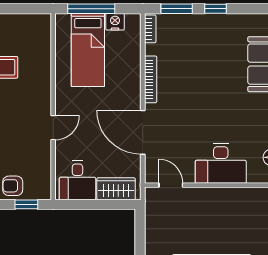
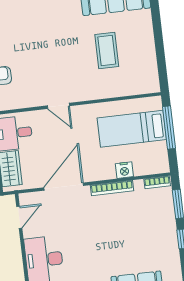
nightstand: (115, 22) -> (124, 170), moved, turned 90

